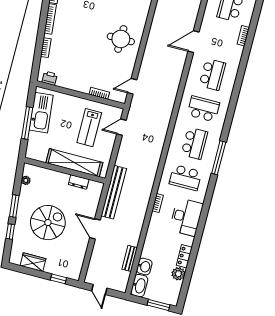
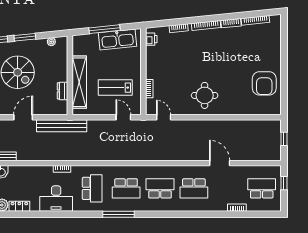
school desk: (203, 109) -> (160, 188), turned -90
school desk: (185, 178) -> (92, 188), turned 180

